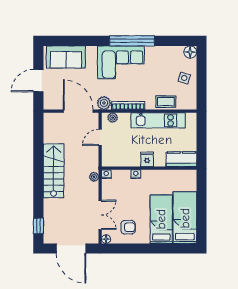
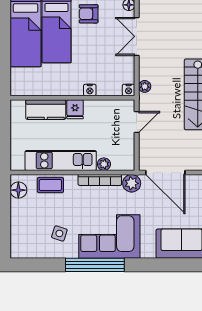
floor lamp: (190, 52) -> (18, 190), moved
side table: (184, 78) -> (59, 233), moved
plant: (113, 118) -> (104, 164), moved
door: (100, 137) -> (137, 122), moved
kitchen counter: (181, 159) -> (46, 110), moved
armchair: (128, 227) -> (89, 14), moved

